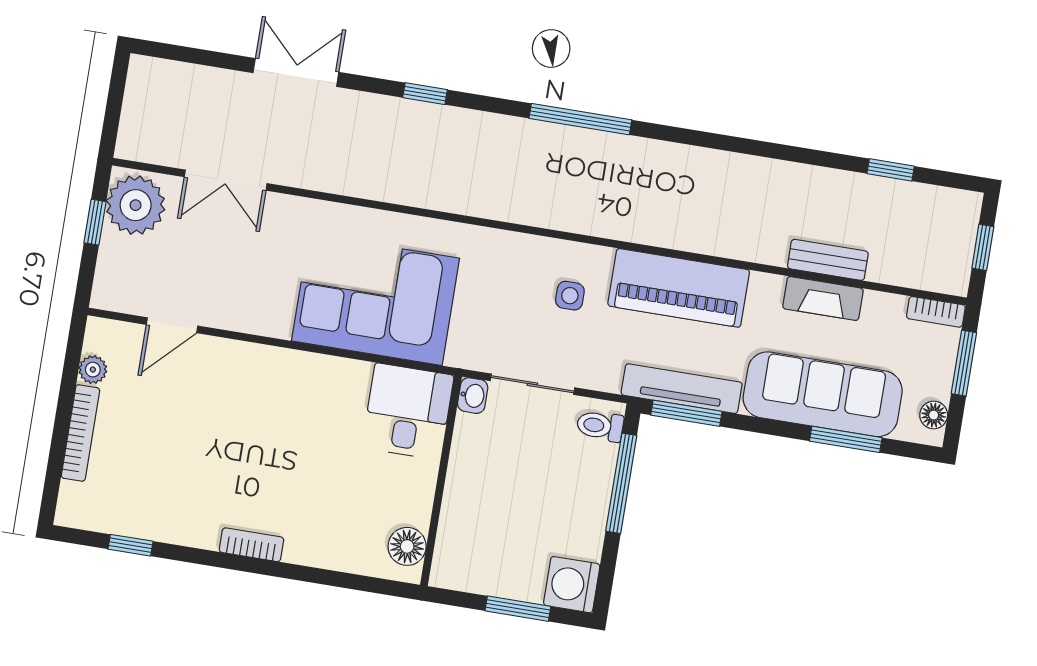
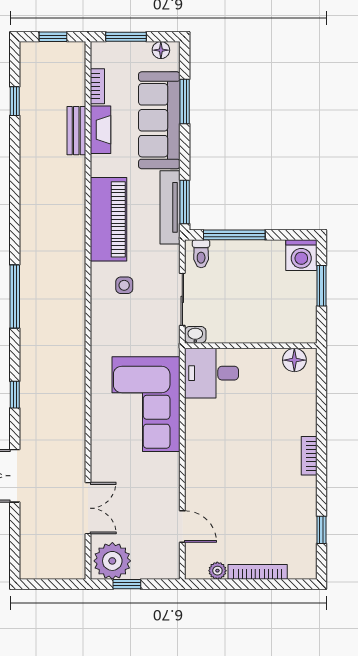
bookcase: (936, 312) -> (97, 86), moved

